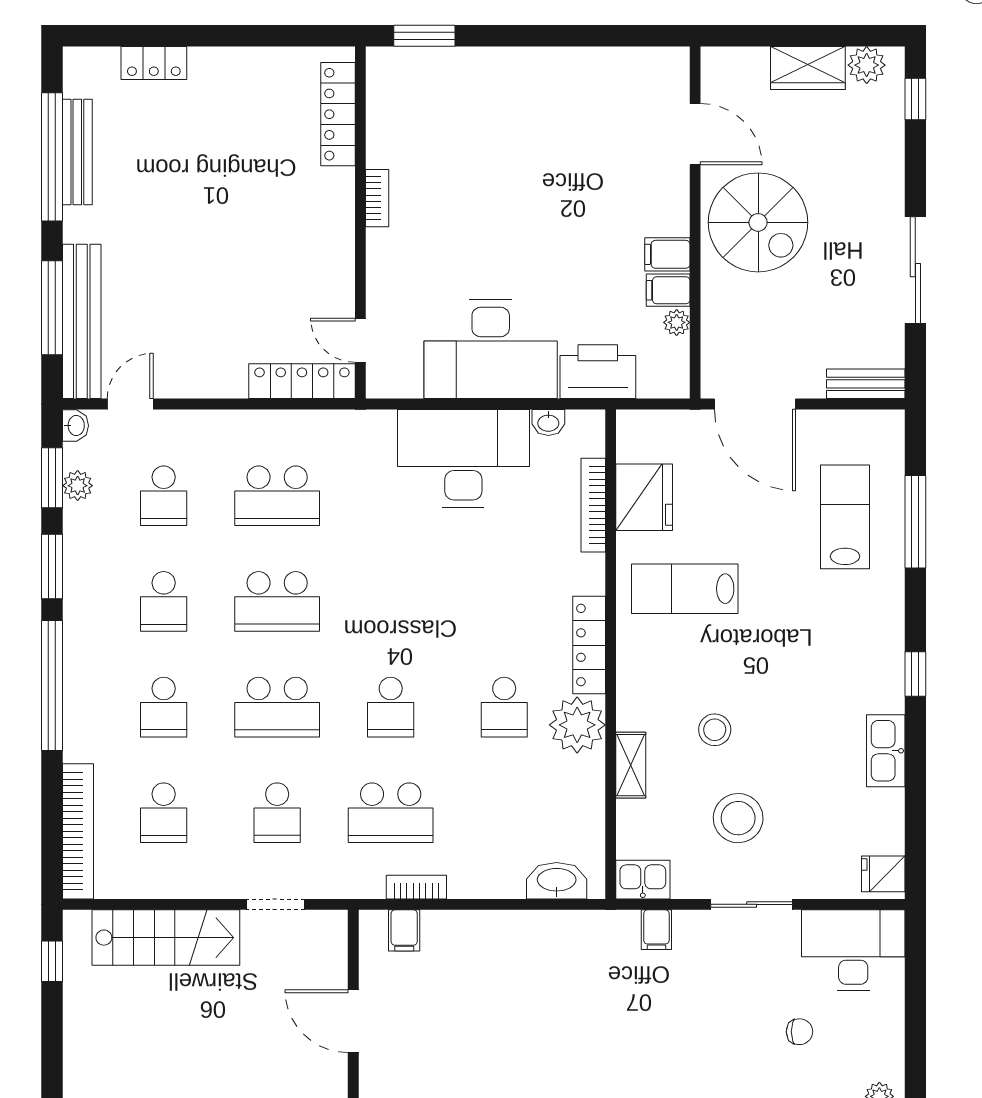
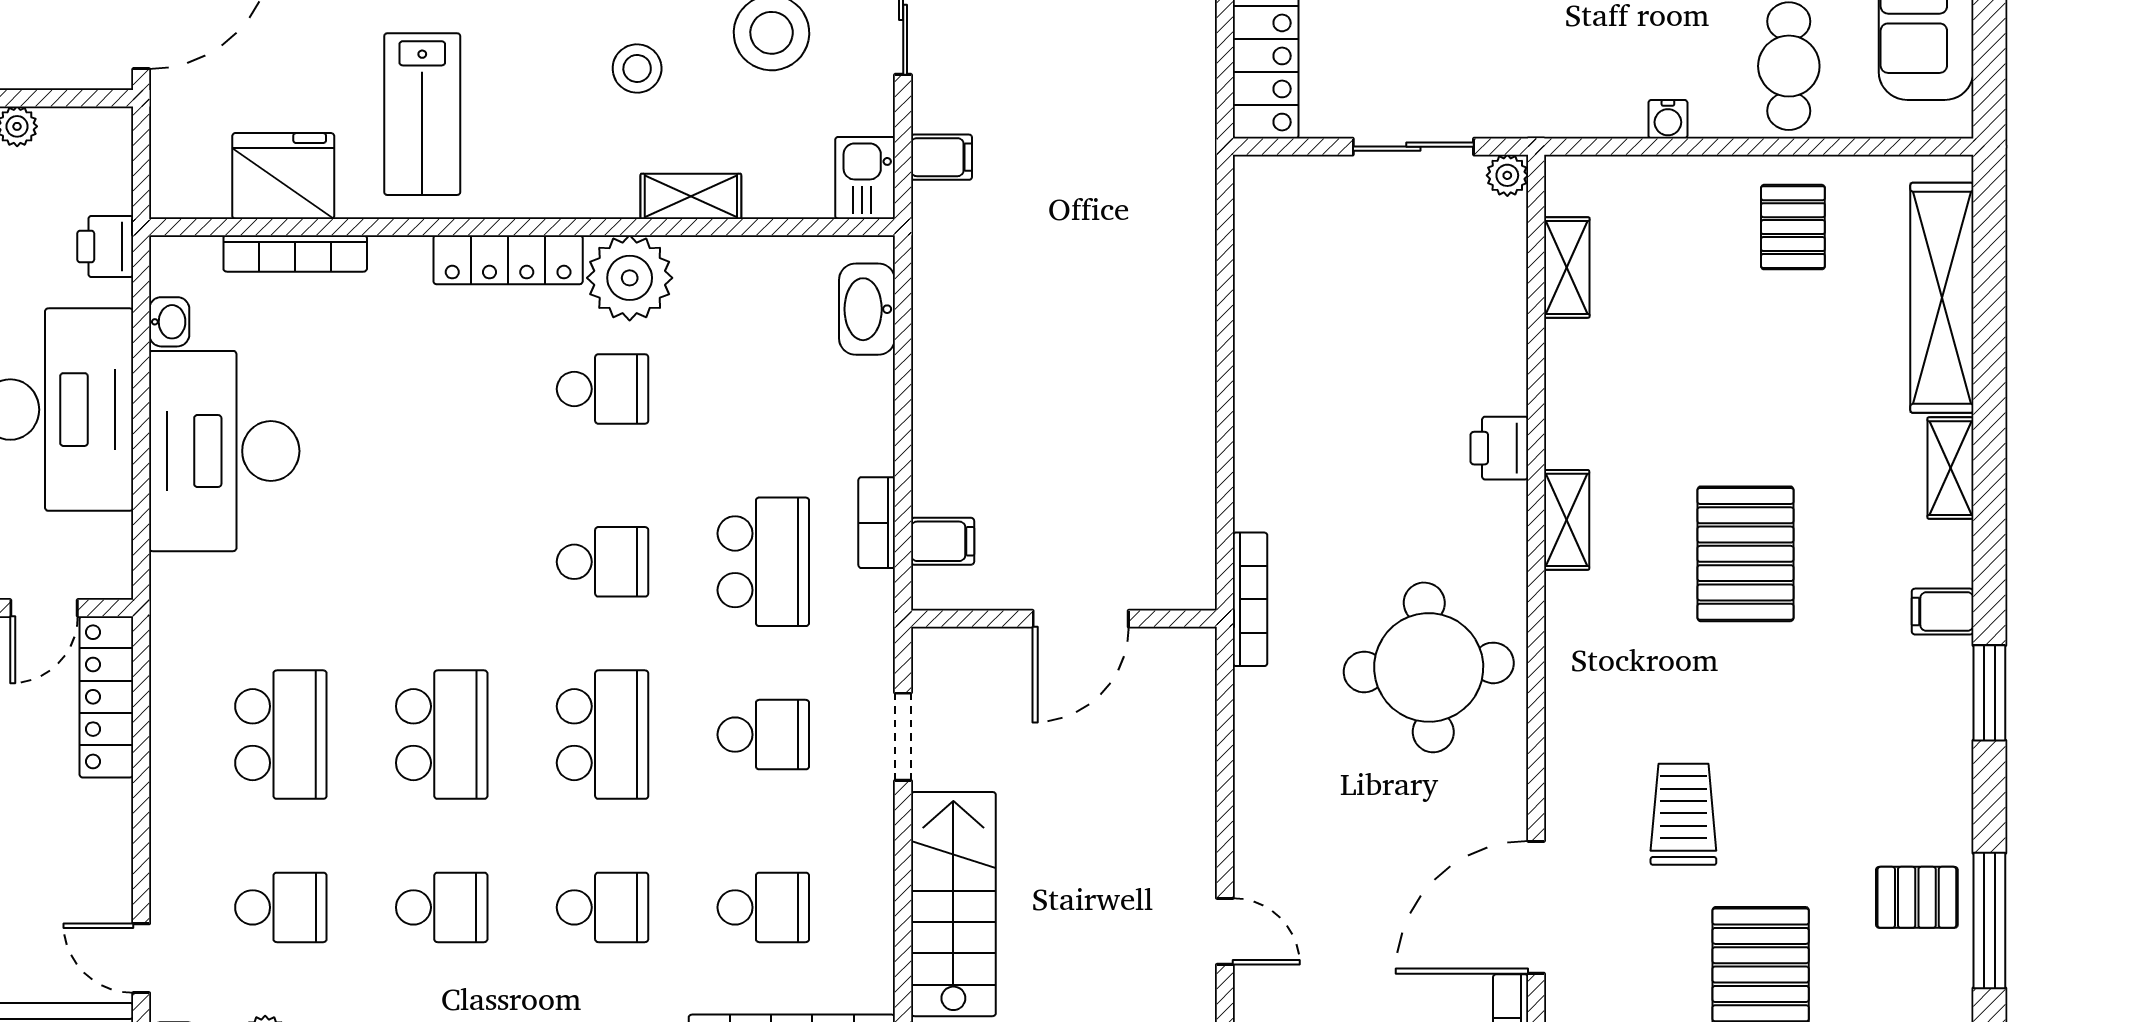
printer: (598, 372) -> (105, 246), width x0.53, depth x0.68

